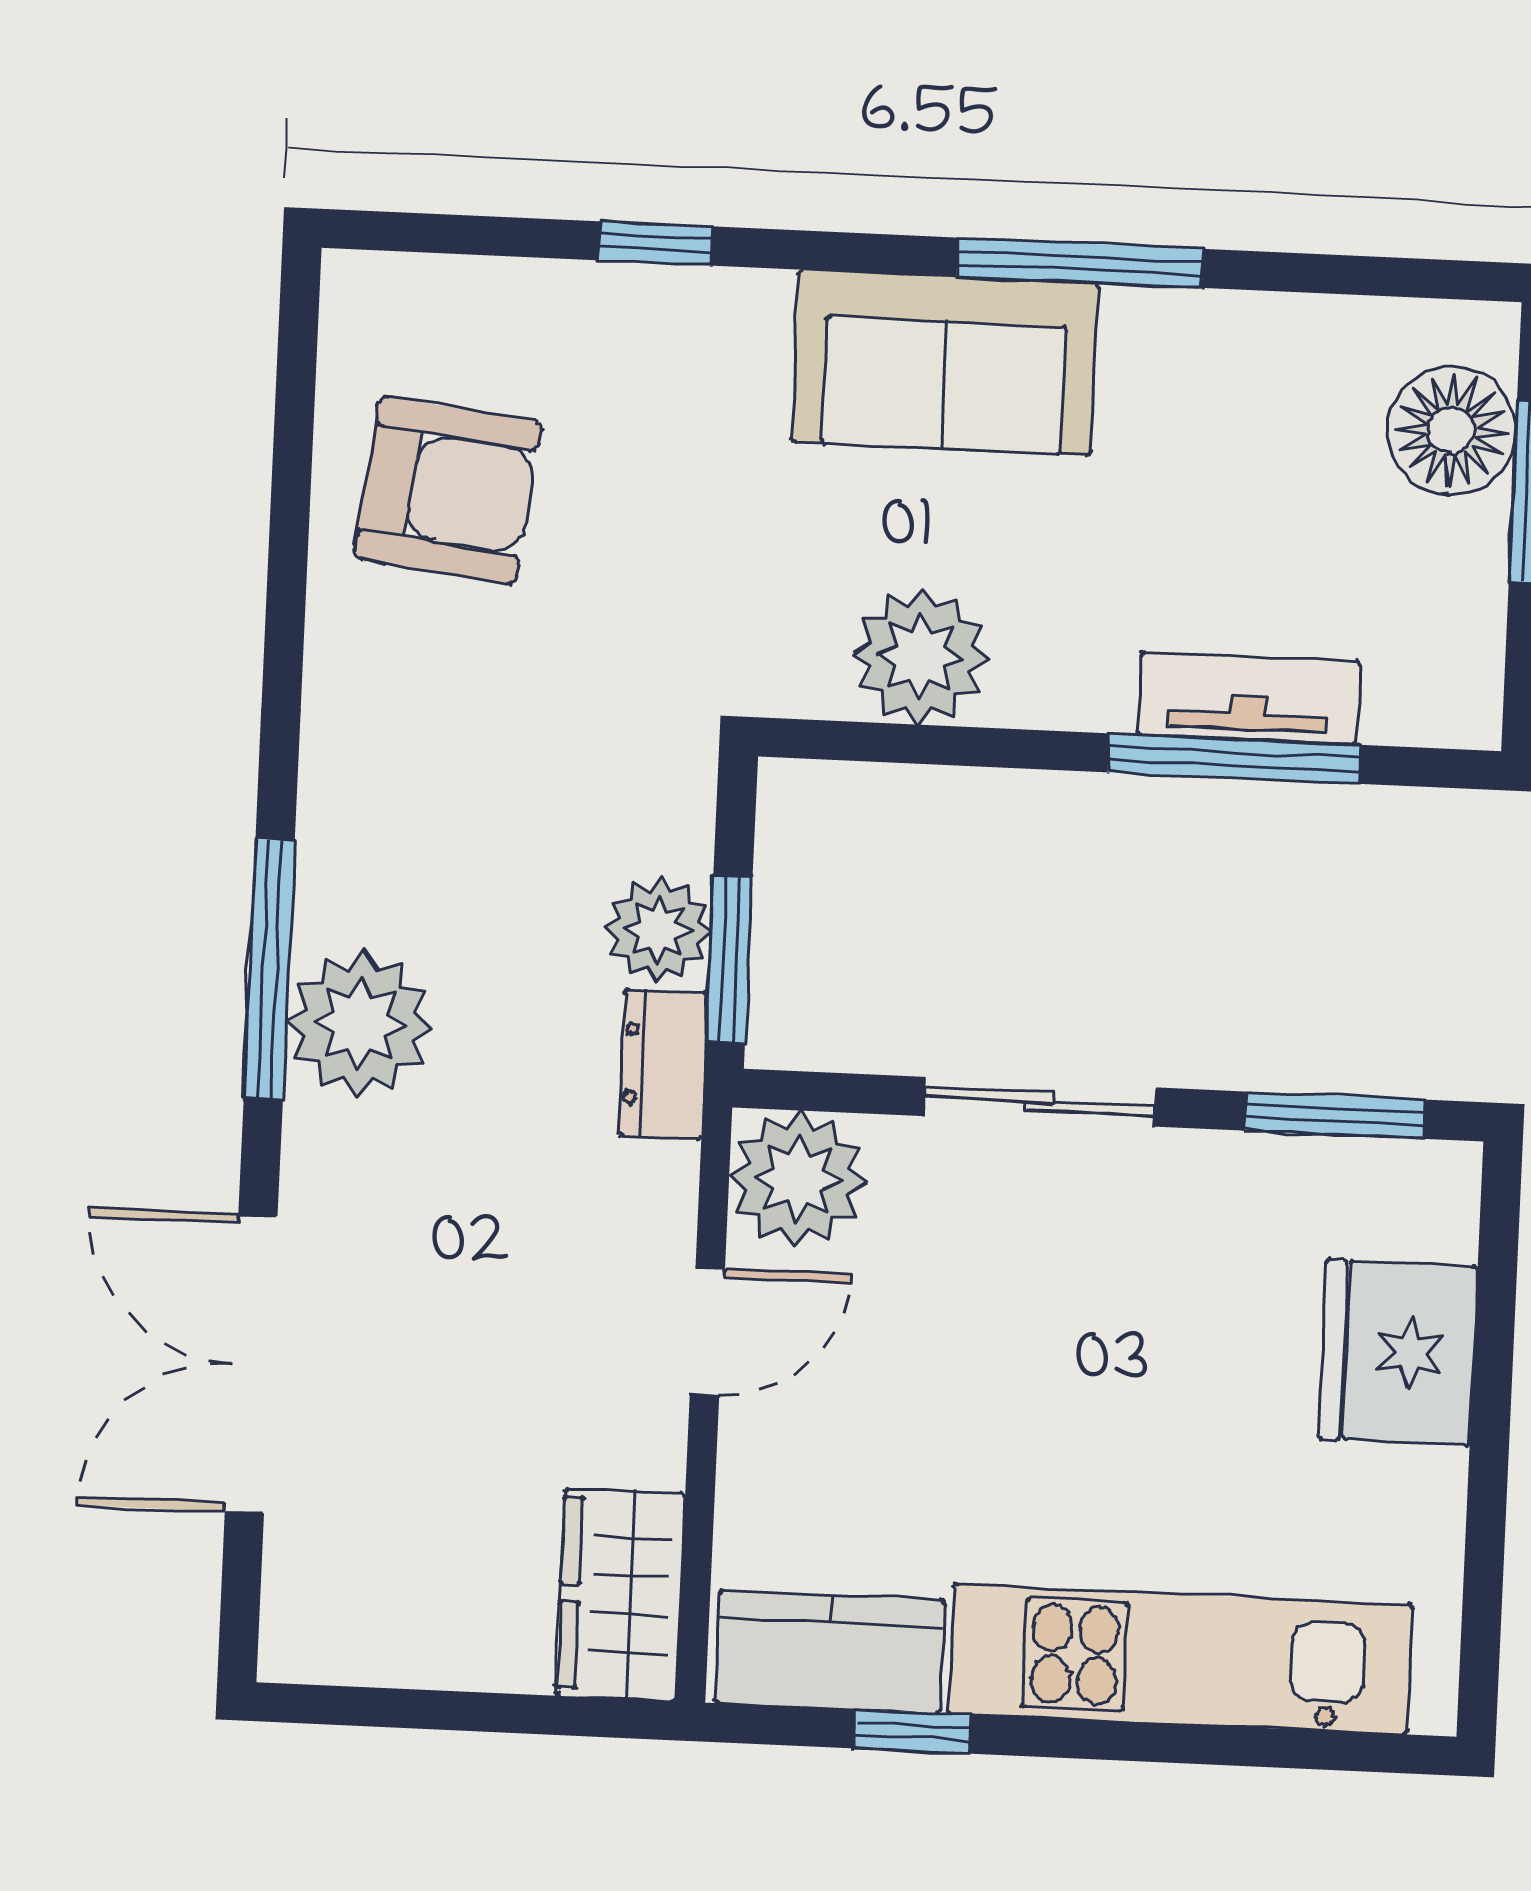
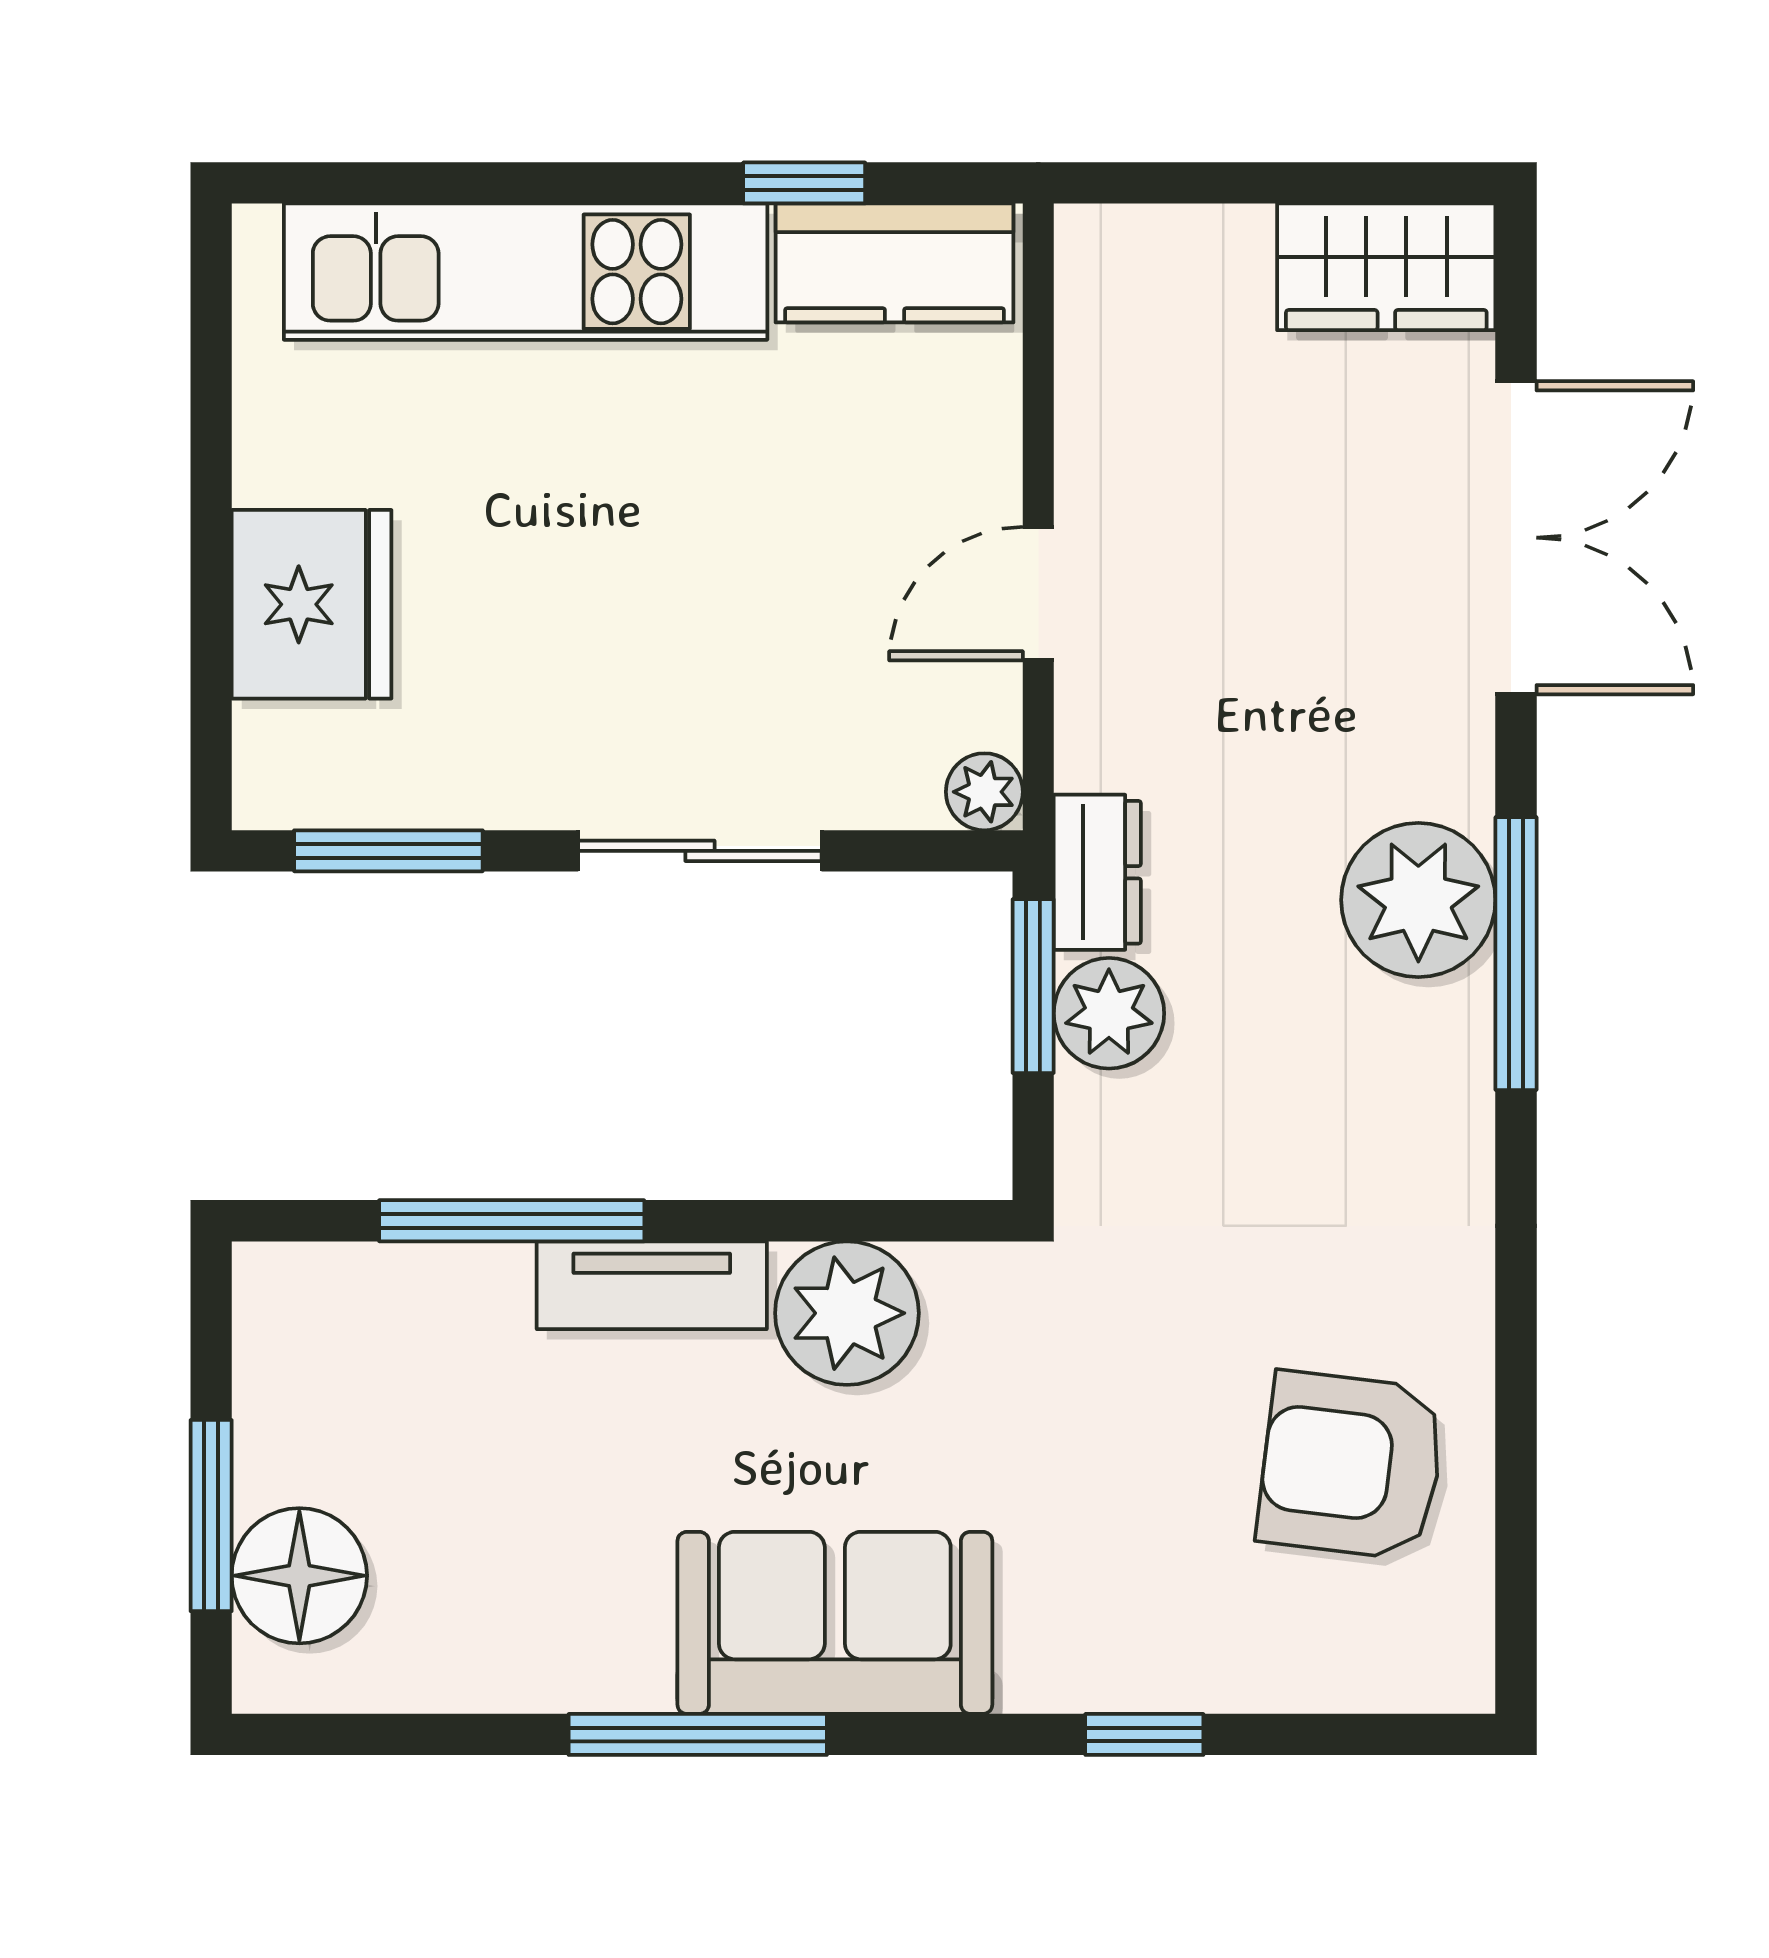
tv unit: (1249, 698) -> (652, 1285), moved
plant: (798, 1179) -> (984, 792), width x0.53, depth x0.53
wardrobe: (620, 1595) -> (1386, 267), moved, turned 90

